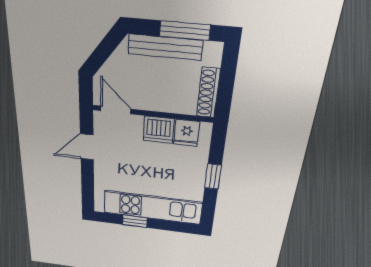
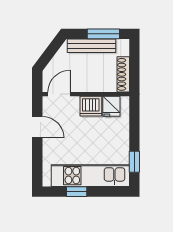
door: (116, 110) -> (59, 94), hinge flipped
door: (87, 147) -> (37, 127), swing flipped
window: (213, 177) -> (134, 162), moved

